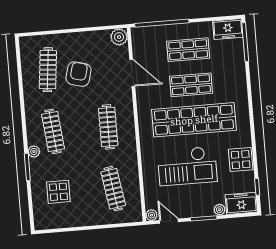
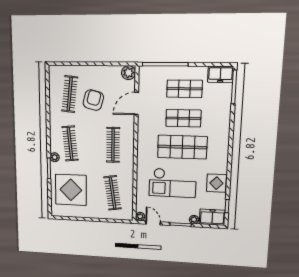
door: (132, 73) -> (136, 103), swing flipped
shop shelf: (194, 120) -> (182, 147), width x0.71
display table: (58, 192) -> (71, 190), width x1.86, depth x1.86

